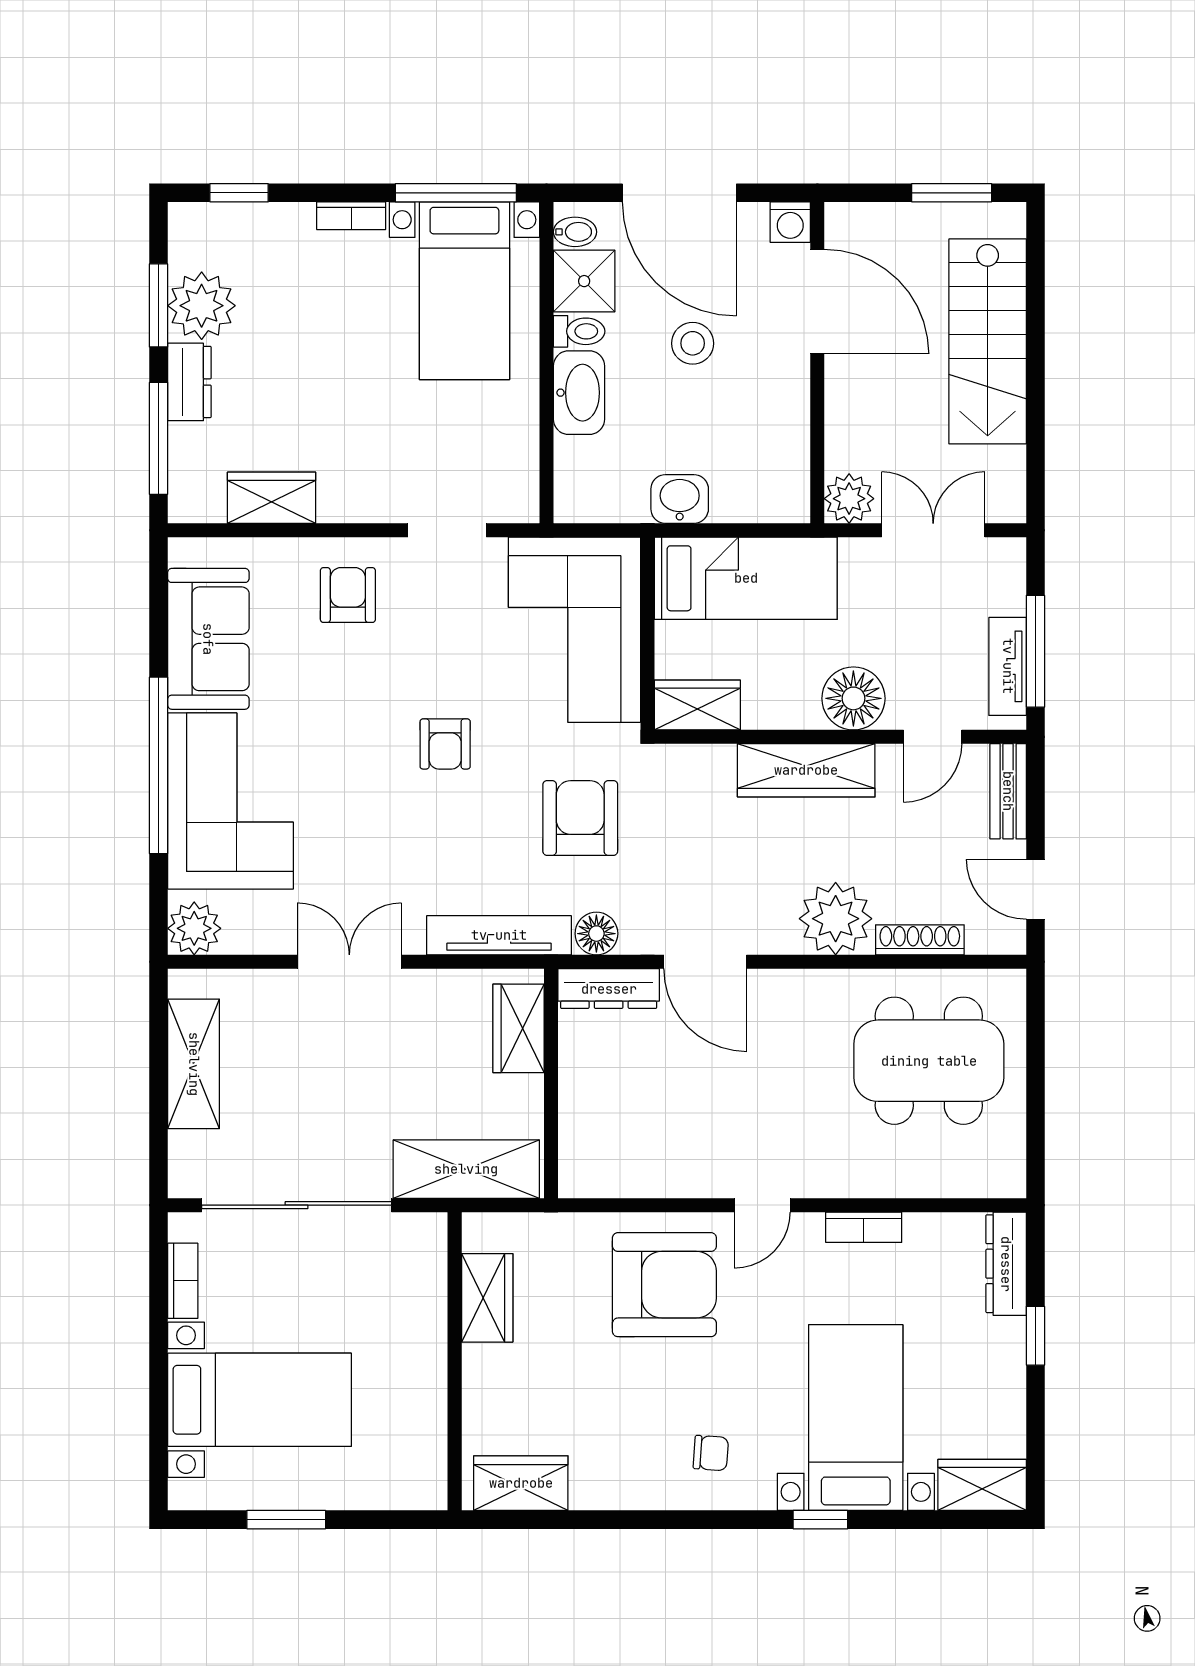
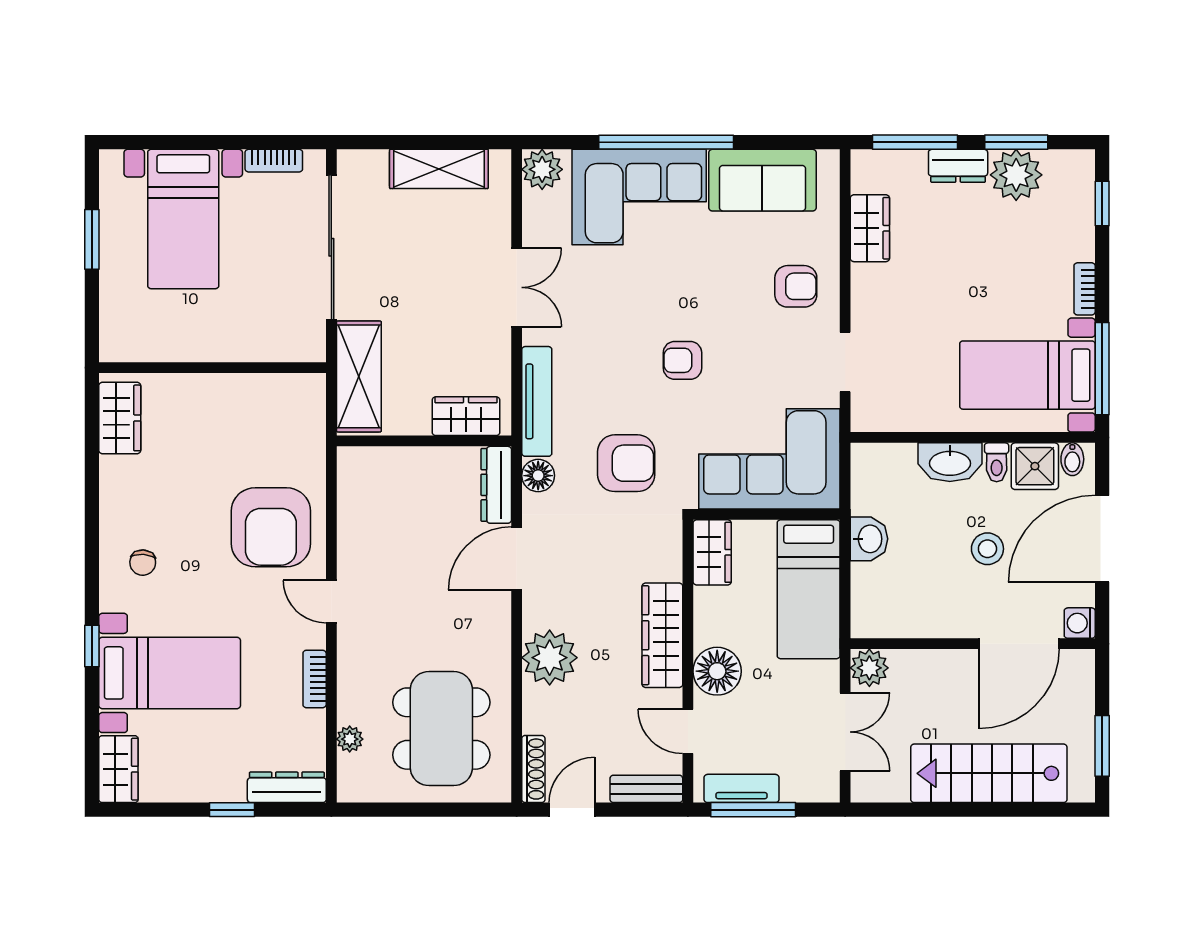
shoe rack: (920, 940) -> (533, 769), moved
plant: (943, 1181) -> (350, 739), added
wardrobe: (487, 1298) -> (261, 392), removed

